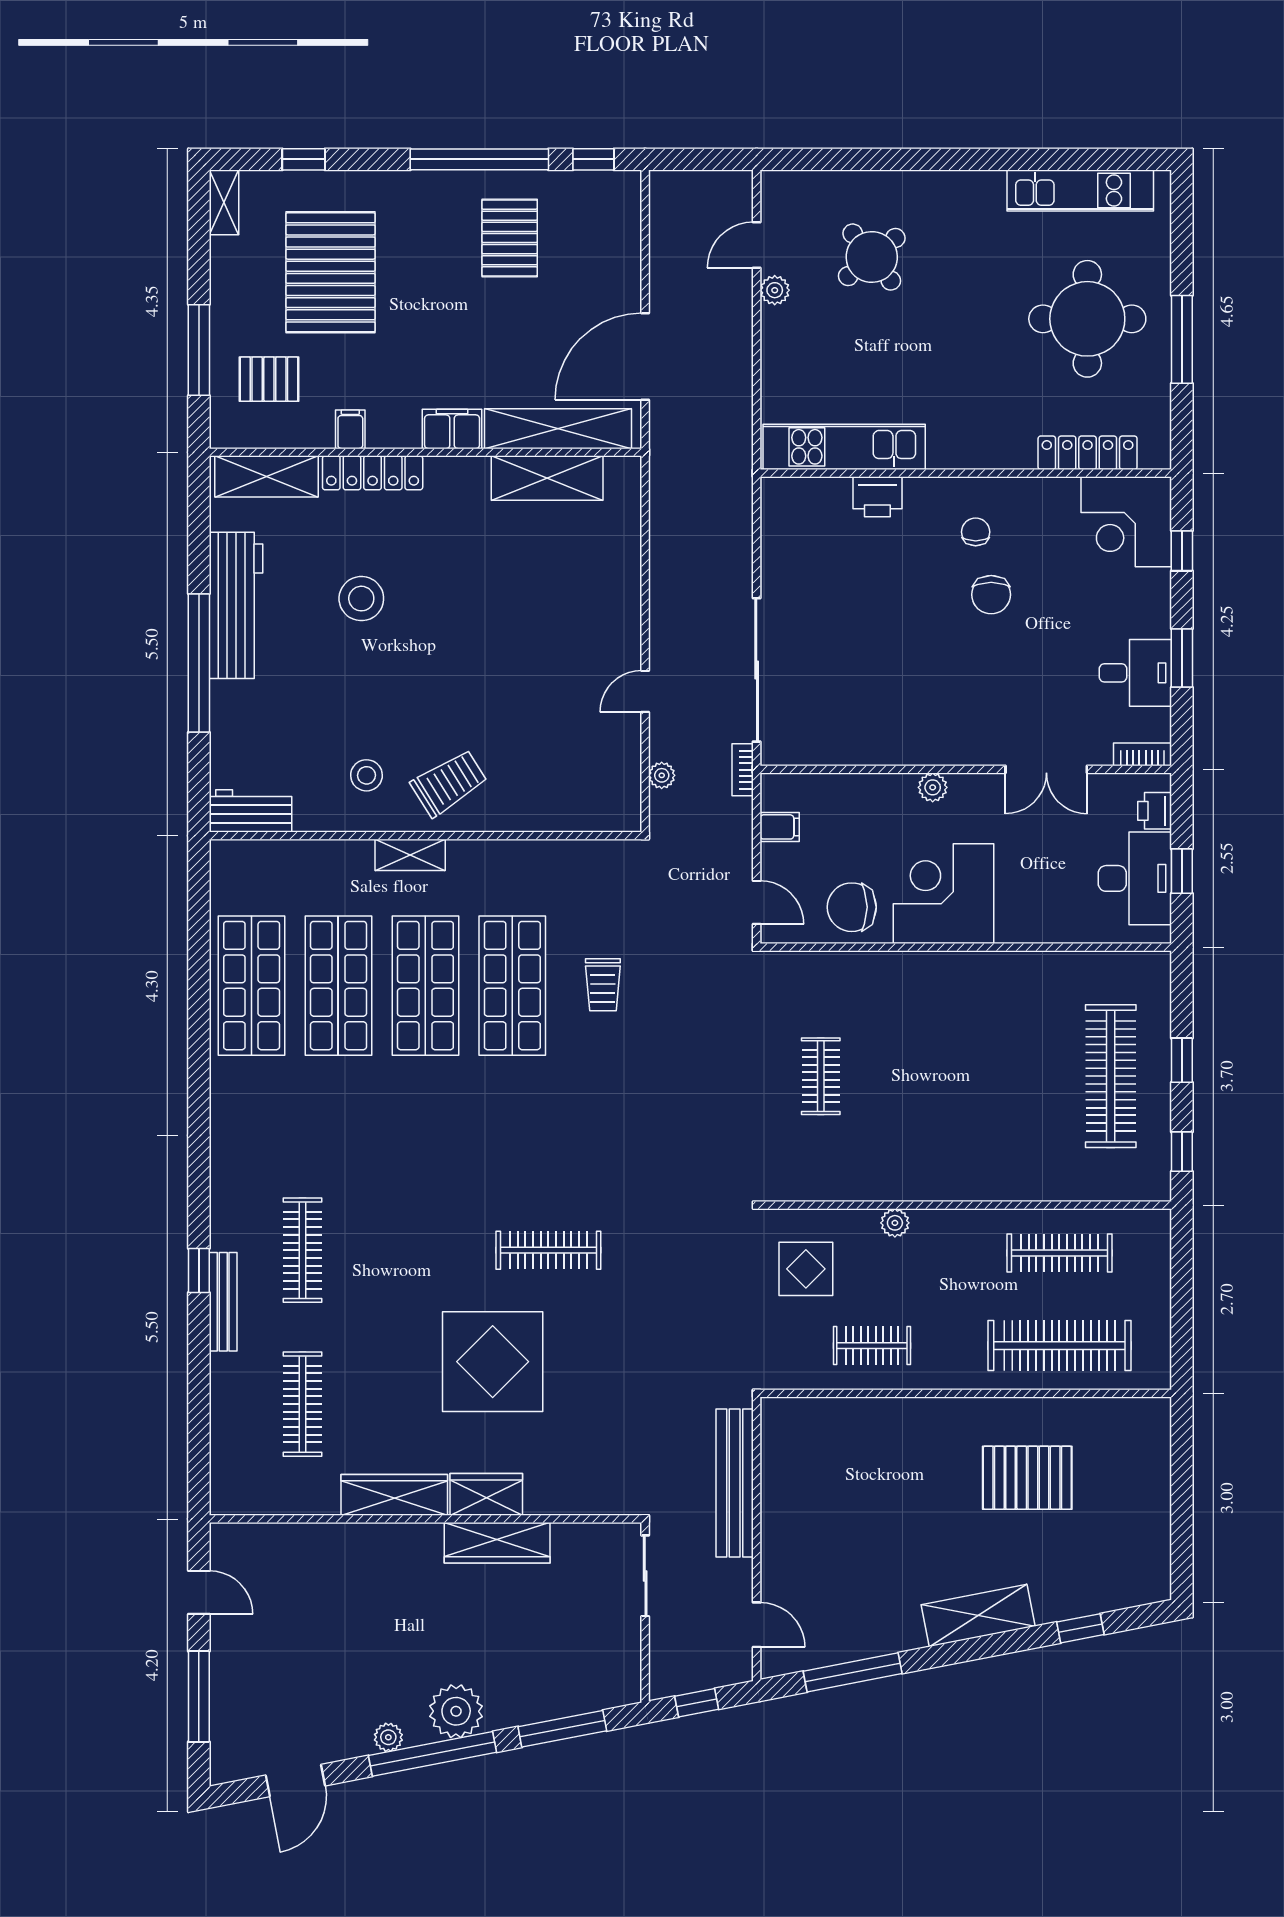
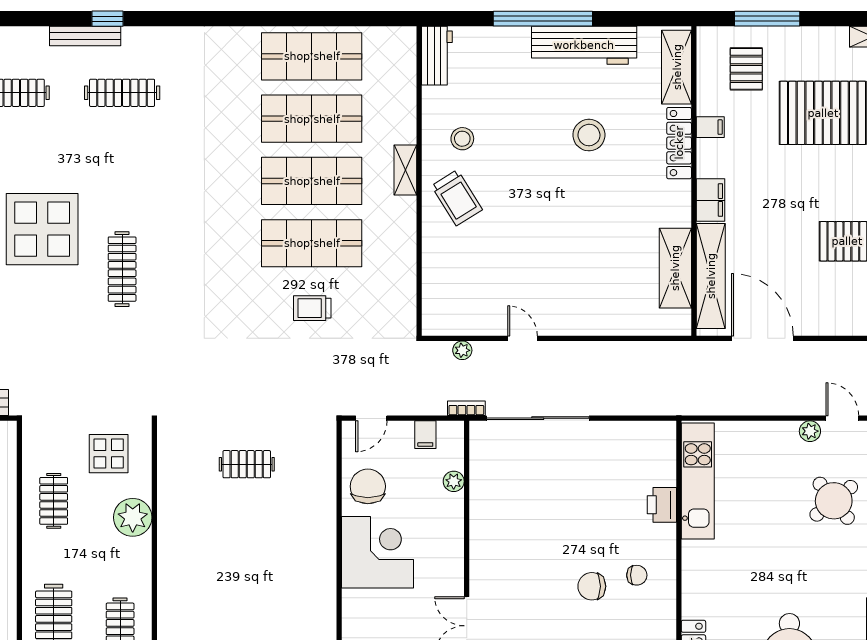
plant: (933, 787) -> (454, 481), moved
plant: (895, 1223) -> (133, 517), width x1.87, depth x1.87

